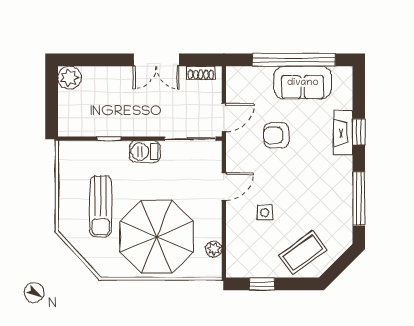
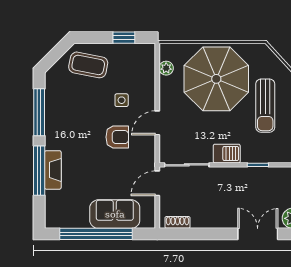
double door: (156, 60) -> (258, 234), moved
sofa: (303, 83) -> (115, 214), moved
window: (359, 132) -> (39, 171), width x2.17
armchair: (276, 135) -> (117, 137), moved
sun lounger: (101, 206) -> (265, 106), turned 180
coffee table: (303, 253) -> (88, 65), turned 47

